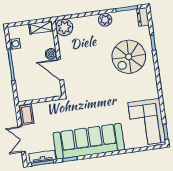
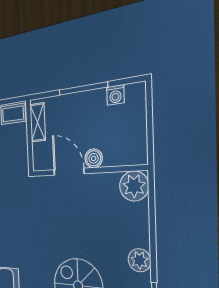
shelving: (41, 27) -> (38, 122), moved
door: (60, 70) -> (69, 172), hinge flipped

